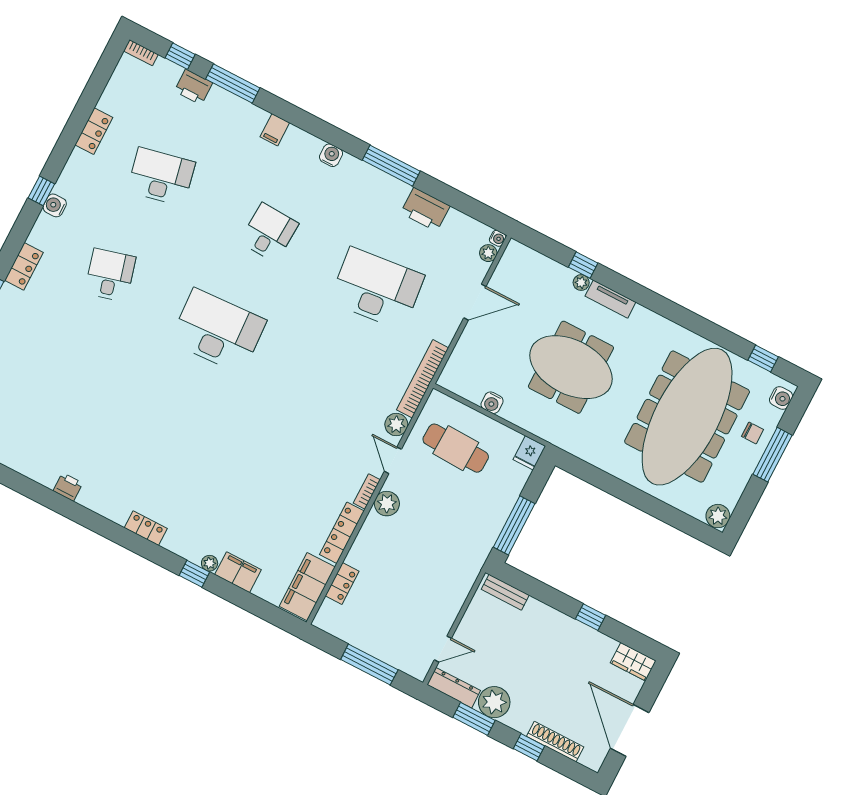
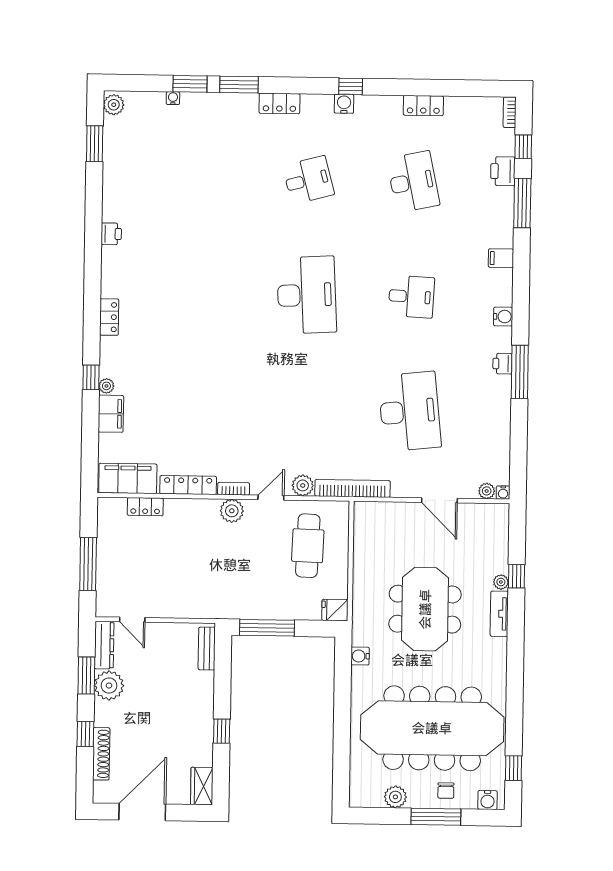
printer: (425, 209) -> (502, 364), moved, width x0.53, depth x0.68
water cooler: (492, 403) -> (360, 656), moved
plant: (718, 516) -> (395, 797), moved

